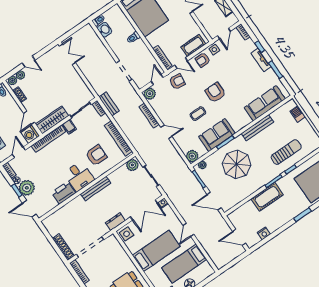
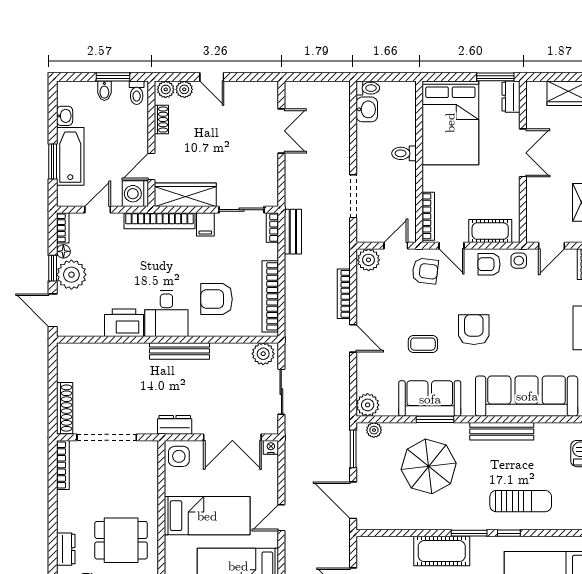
double door: (67, 54) -> (281, 131), moved
sofa: (265, 103) -> (527, 396), width x1.36, depth x1.27
armchair: (96, 155) -> (217, 299), turned 180

